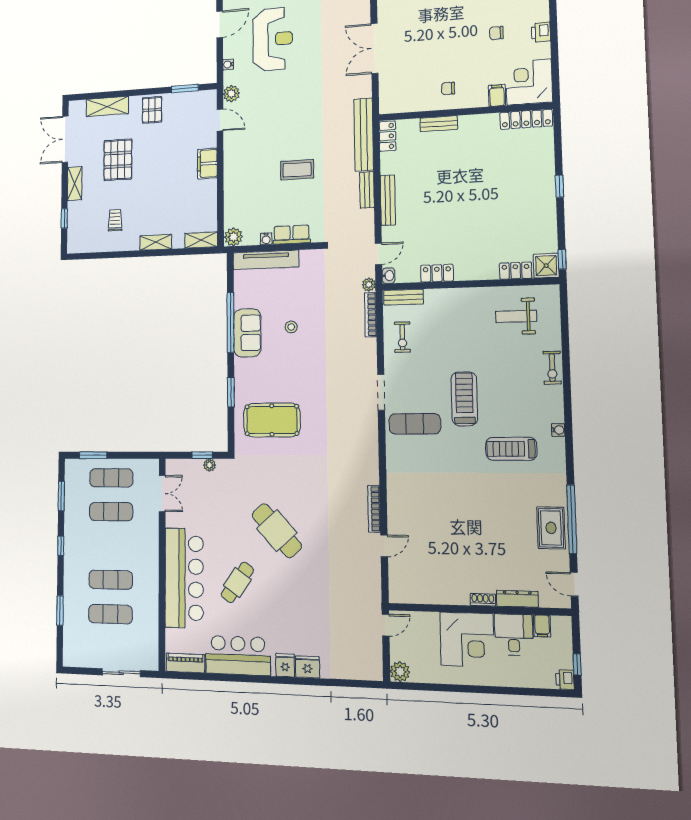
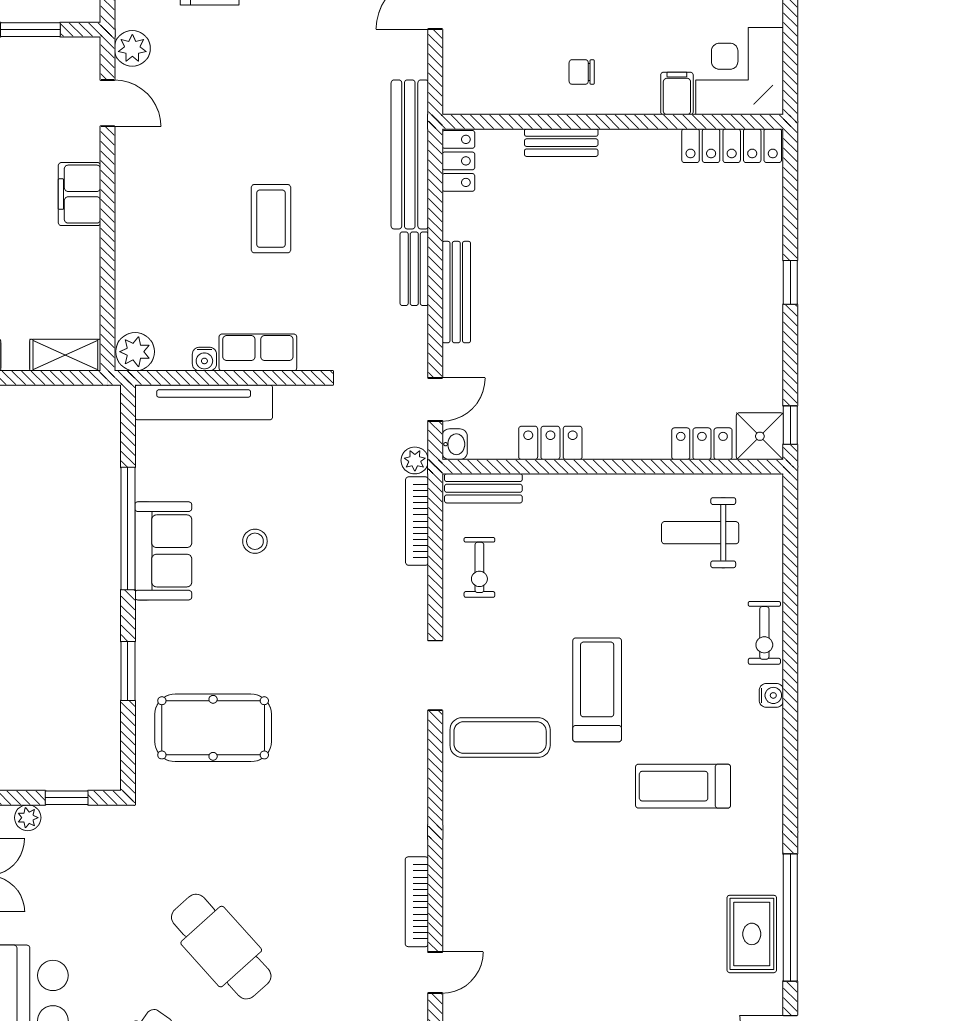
coffee table: (297, 170) -> (271, 219), turned 90
water cooler: (558, 430) -> (771, 695), moved
plant: (210, 465) -> (28, 818), moved

